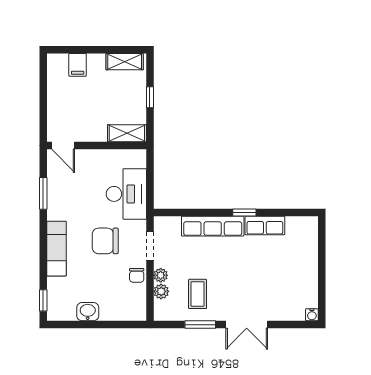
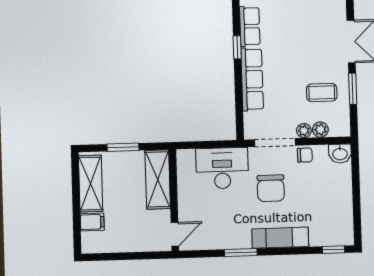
shelving: (125, 62) -> (91, 184), width x1.50, depth x1.33
window: (150, 97) -> (123, 147), width x1.50
shelving: (127, 133) -> (158, 179), width x1.50, depth x1.33
window: (43, 193) -> (241, 253), moved
doorway: (150, 246) -> (275, 142), width x1.38
washbasin: (88, 312) -> (340, 154), moved, turned -90

